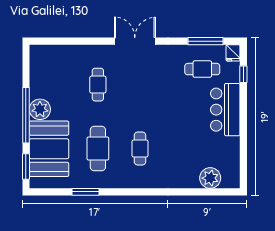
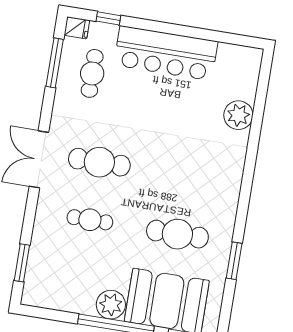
window: (59, 41) -> (22, 263), added
bar counter: (225, 110) -> (166, 53), width x1.36
cafe table: (140, 149) -> (99, 162), moved, width x1.37, depth x1.35
plant: (210, 178) -> (238, 115), moved

